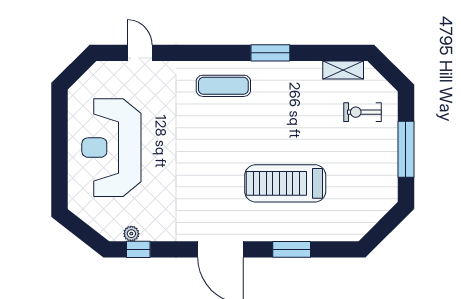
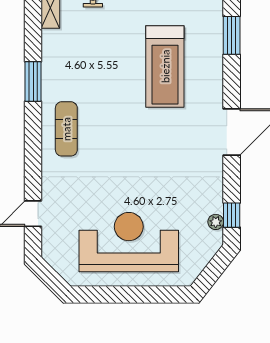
reception desk: (111, 148) -> (129, 242), turned 180
window: (292, 249) -> (232, 35), moved

